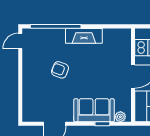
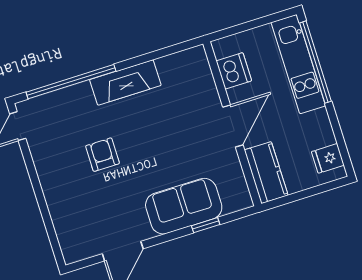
armchair: (60, 70) -> (102, 155), turned 70
plant: (120, 117) -> (233, 203), removed

